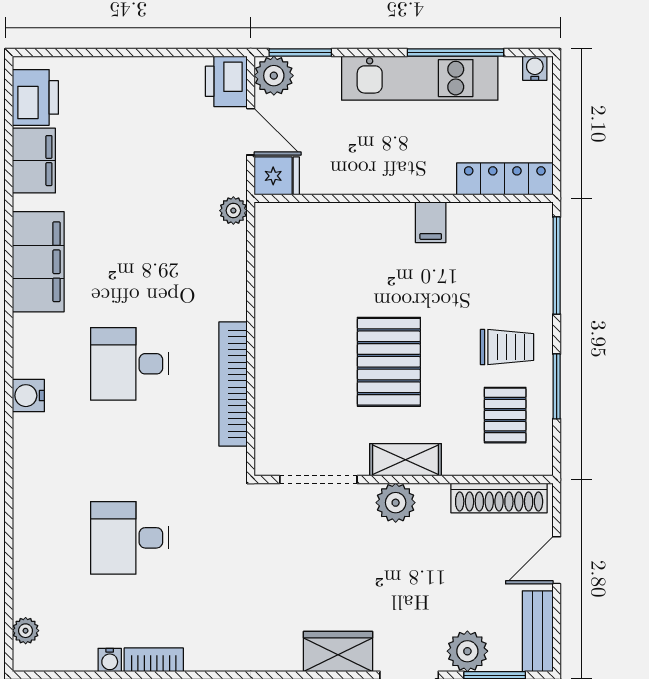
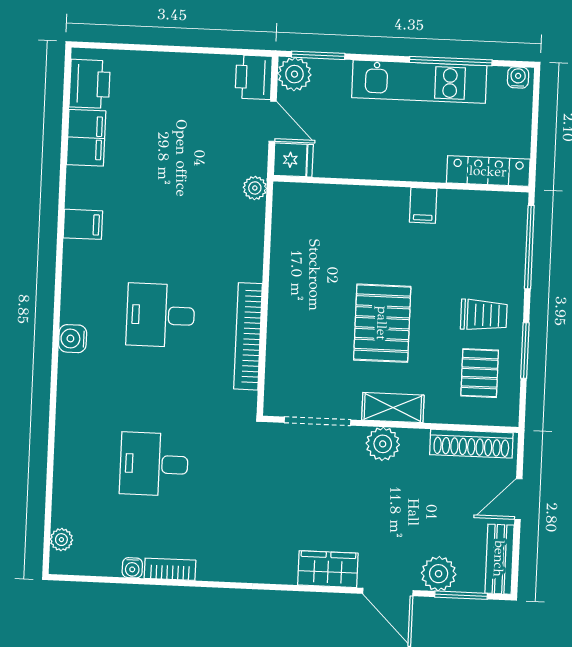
filing cabinet: (38, 262) -> (83, 224), width x0.33, depth x0.86

